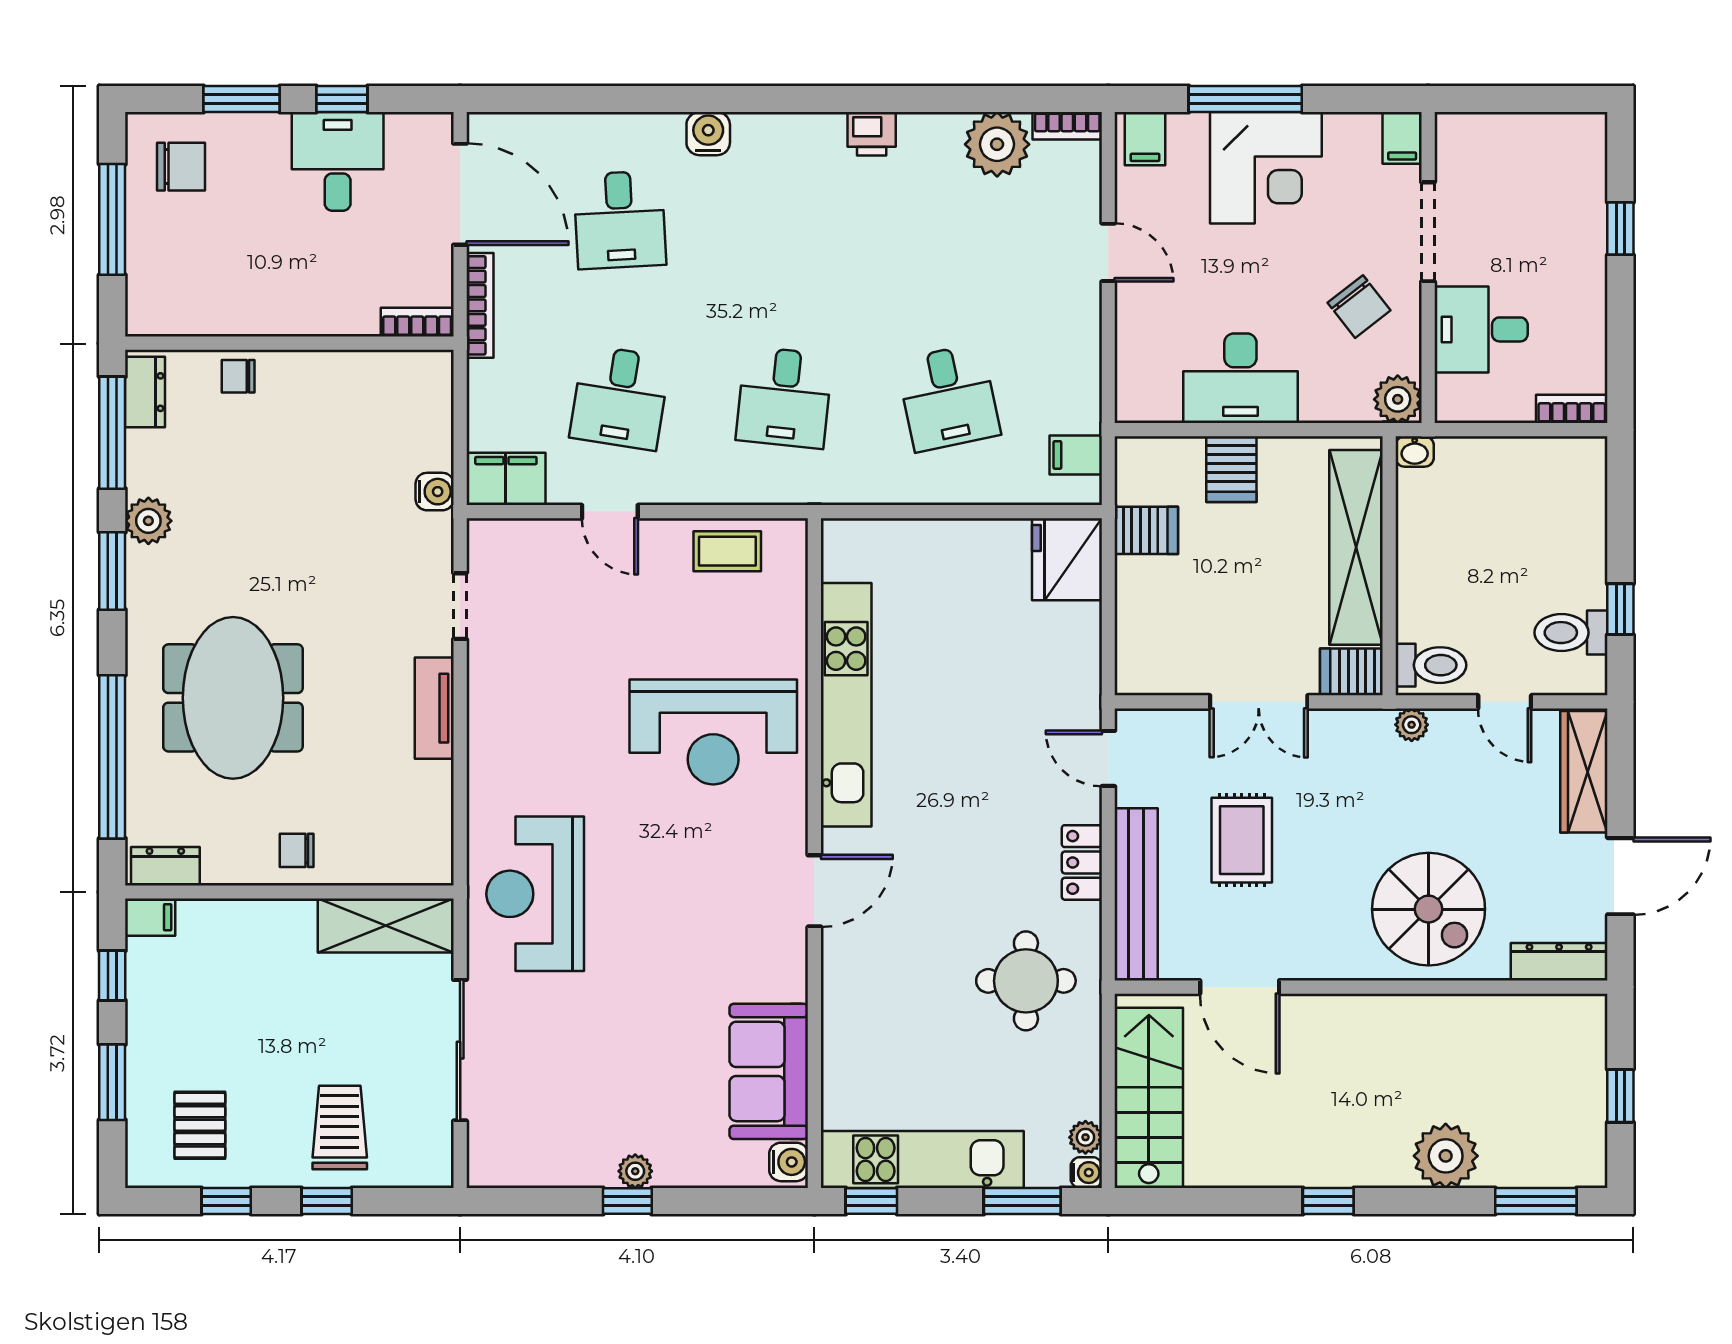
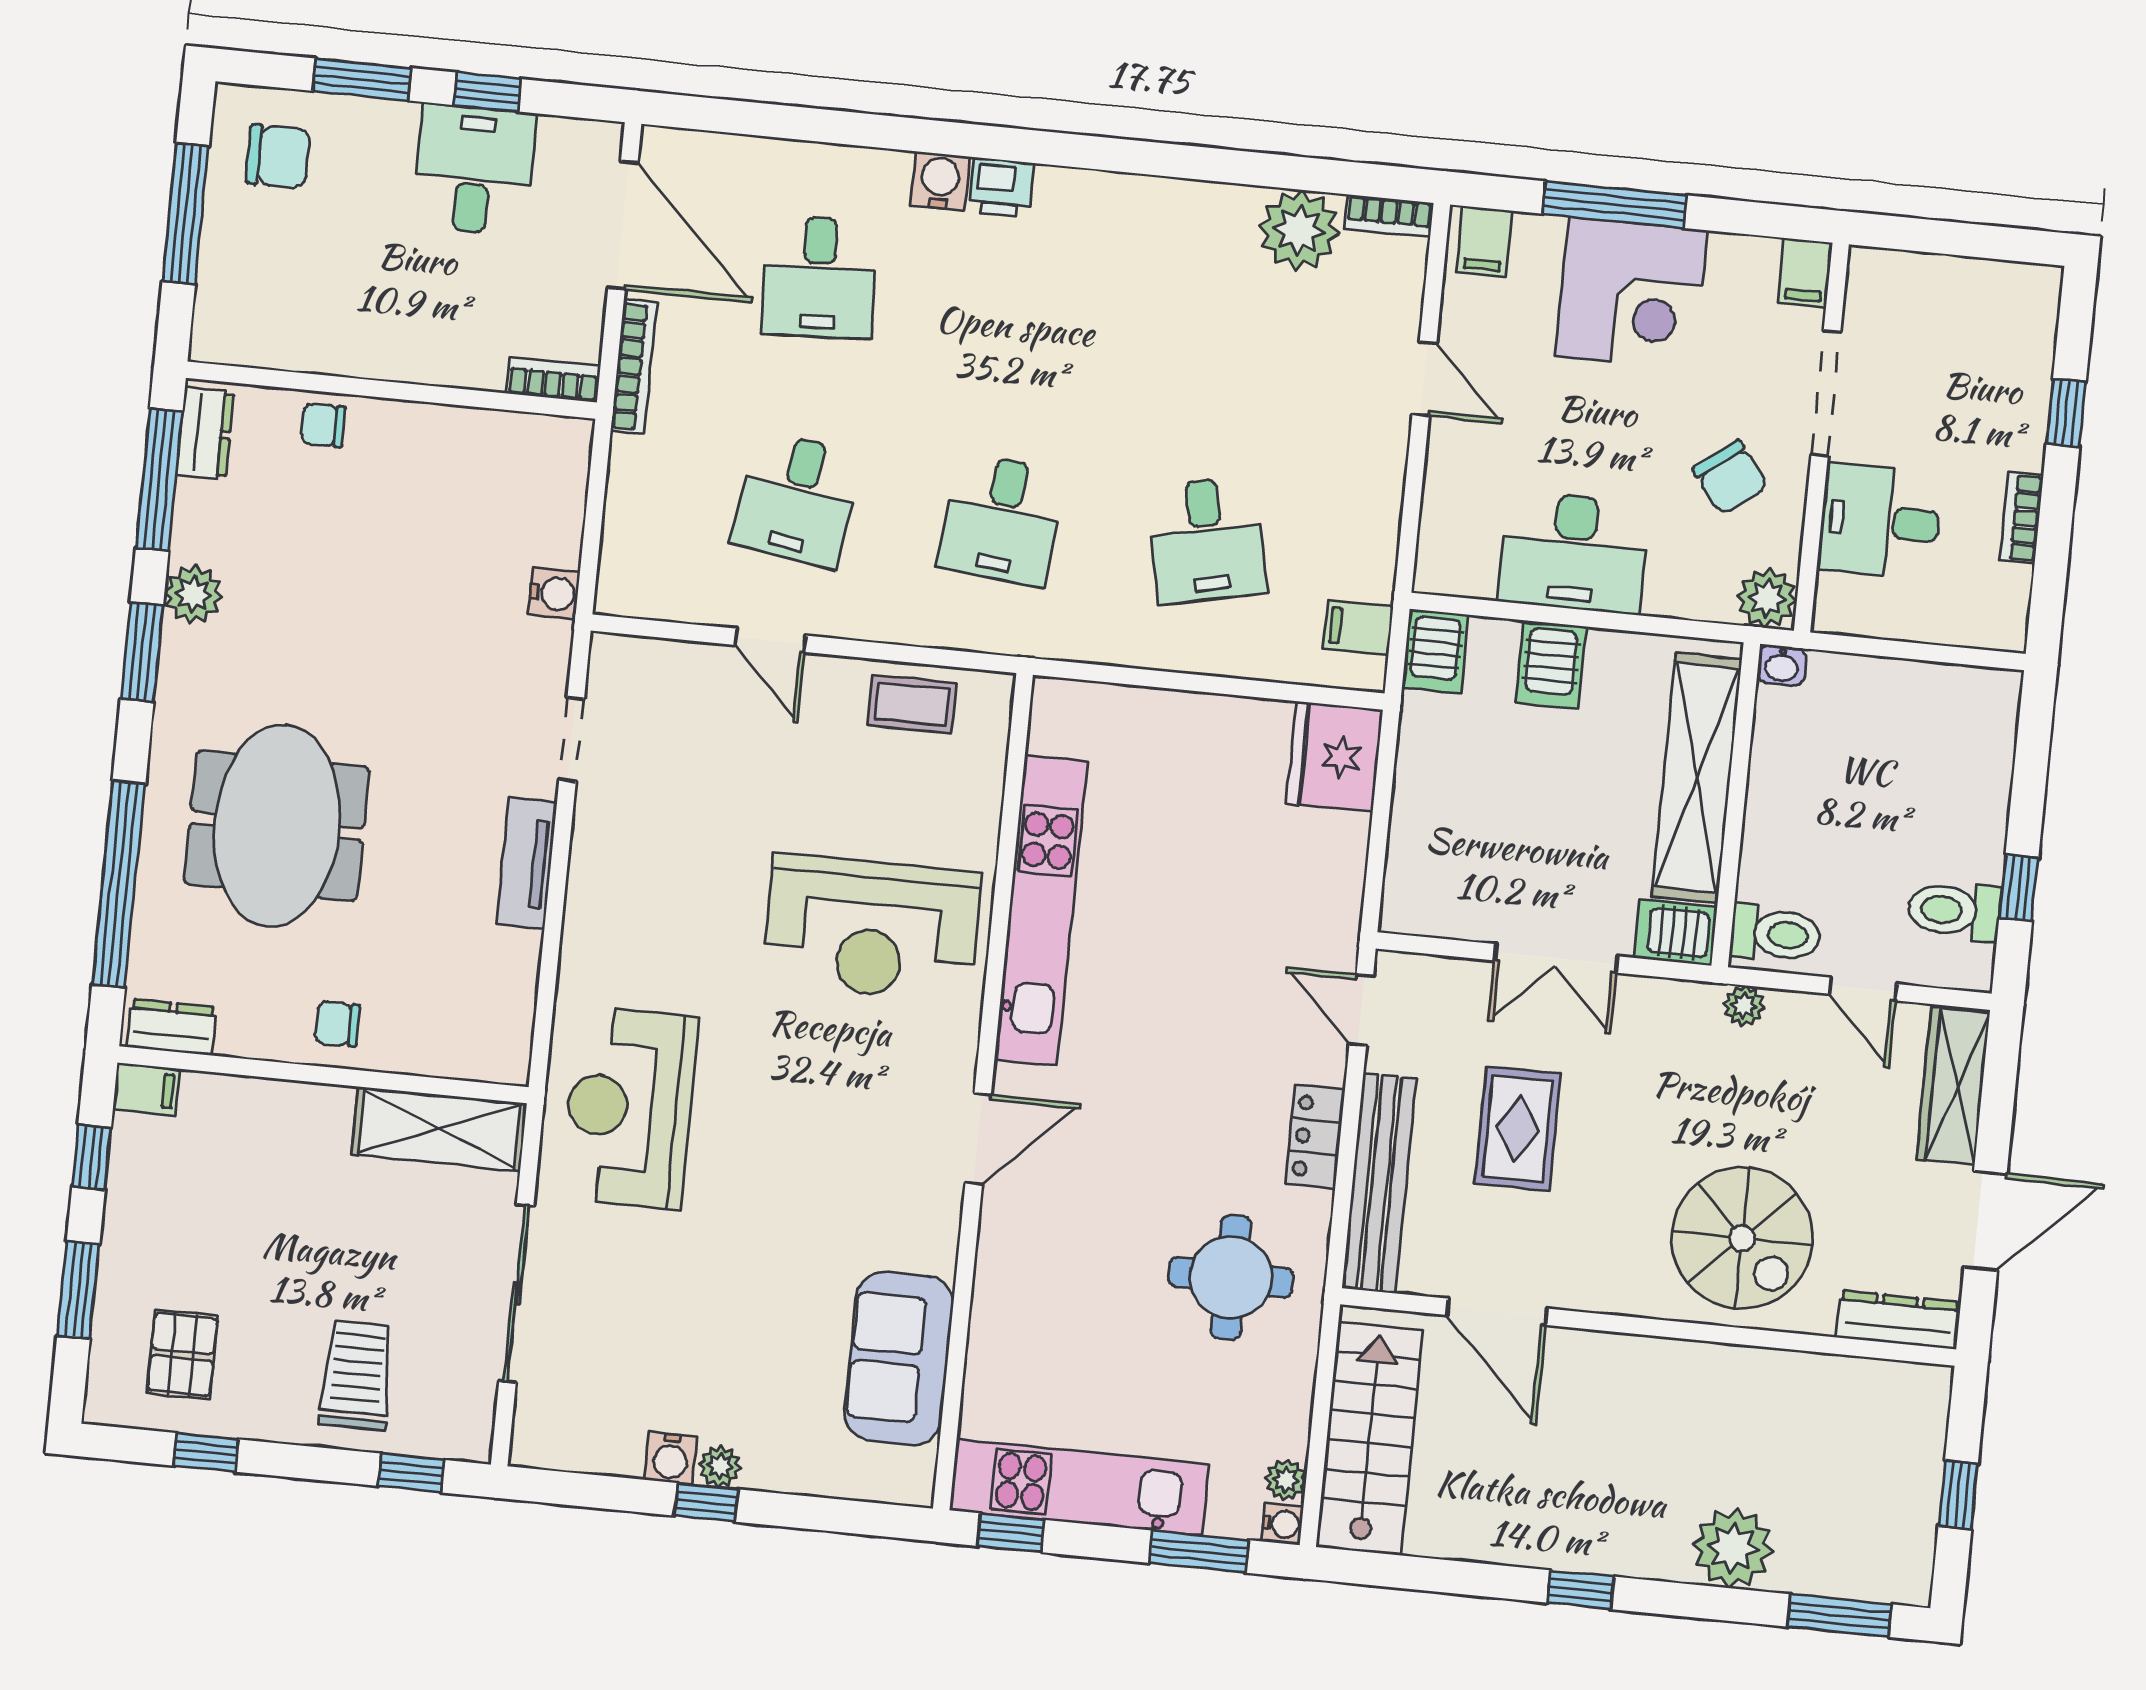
printer: (872, 134) -> (1001, 187), moved
bookcase: (1572, 409) -> (2021, 518), moved, turned -90
filing cabinet: (506, 479) -> (645, 587), removed
server rack: (1146, 530) -> (1435, 651), moved, turned 90
water cooler: (789, 1162) -> (671, 1458), moved, turned 90
window: (327, 1201) -> (411, 1473), moved

